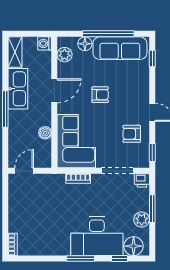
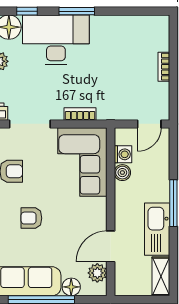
washing machine: (45, 43) -> (123, 154), moved
door: (54, 91) -> (111, 246), moved
armchair: (100, 95) -> (31, 218), moved
bookcase: (13, 244) -> (164, 67), moved

